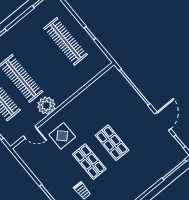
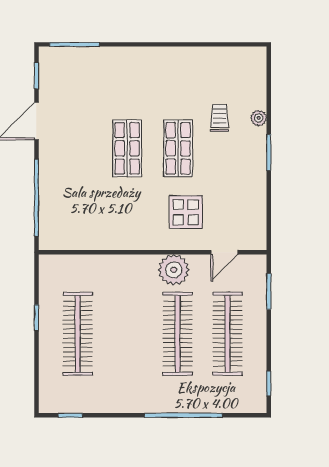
door: (30, 132) -> (224, 252), swing flipped

